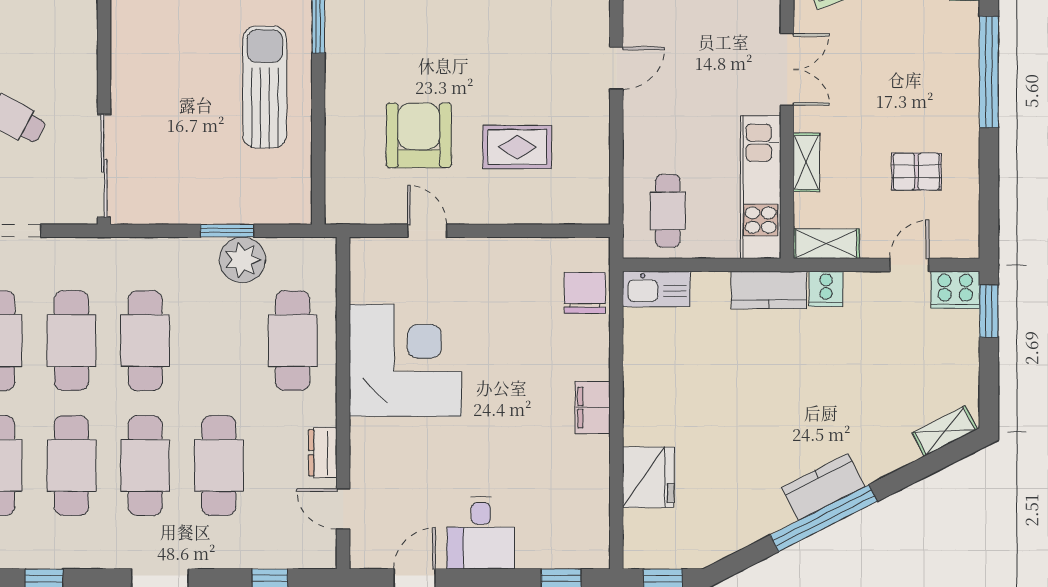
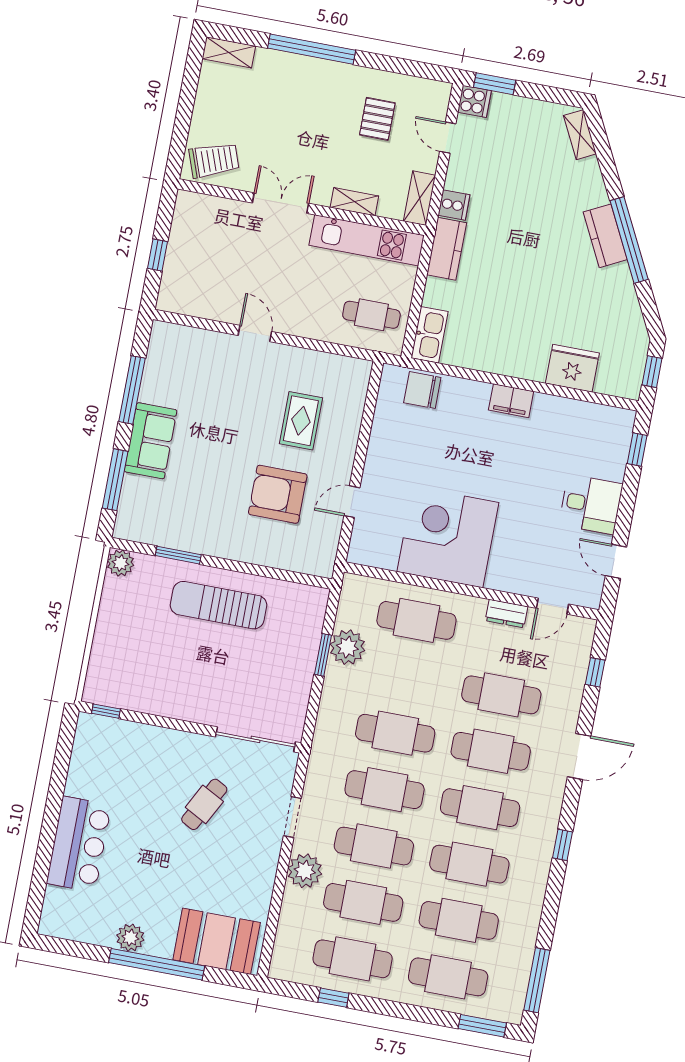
cooker: (955, 290) -> (474, 101), width x0.73

